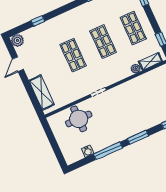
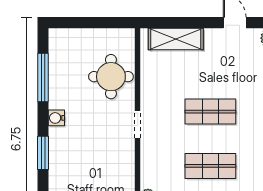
water cooler: (88, 151) -> (56, 118), moved
window: (108, 151) -> (43, 77), moved

